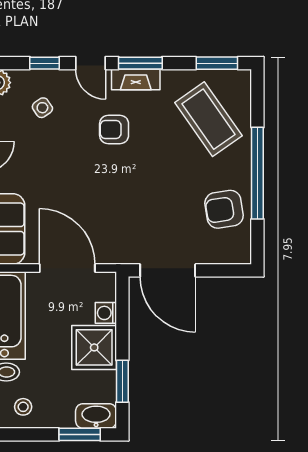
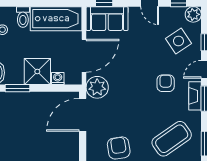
side table: (42, 108) -> (178, 41), width x1.87, depth x1.87
plant: (121, 246) -> (97, 87), added

